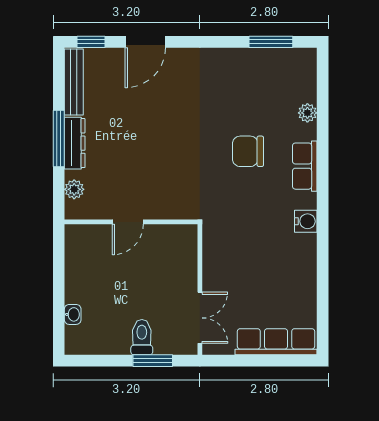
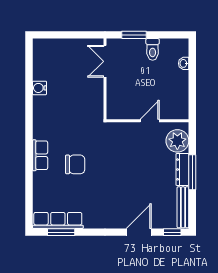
plant: (307, 113) -> (38, 188), removed
plant: (74, 189) -> (177, 141), width x1.87, depth x1.87
water cooler: (306, 221) -> (39, 88), moved
toilet: (142, 337) -> (153, 49), moved
row of seats: (276, 342) -> (58, 220), moved, turned 180

